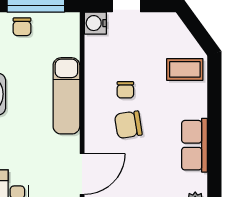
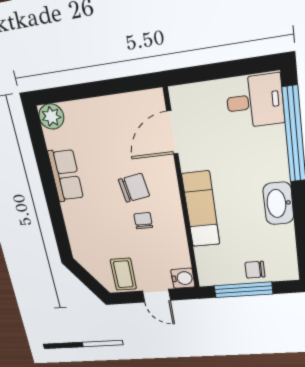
chair: (22, 27) -> (255, 270), turned -90
coffee table: (185, 69) -> (123, 274), moved, turned 90

